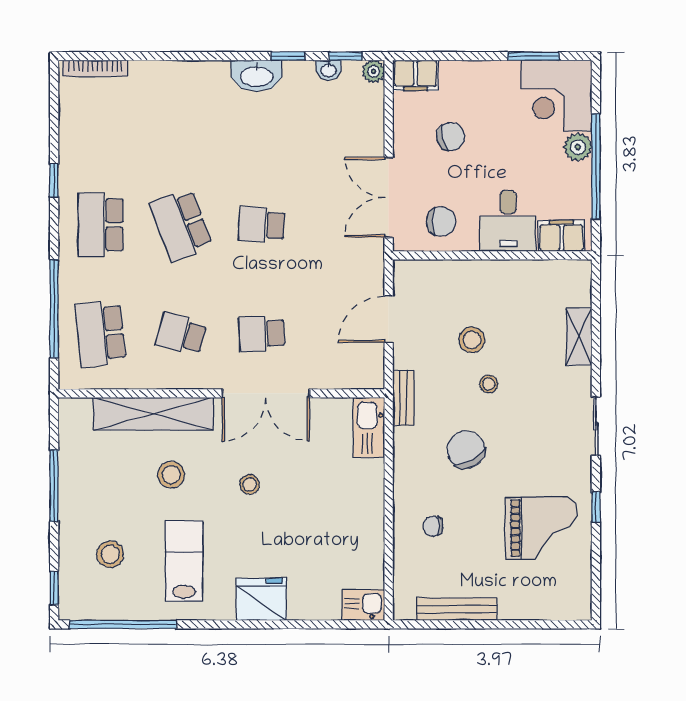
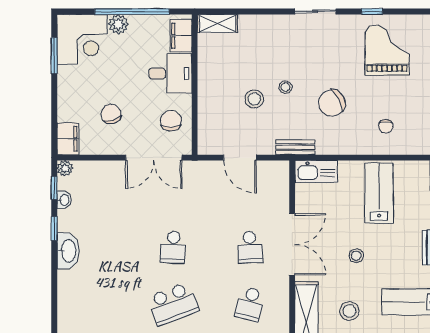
shelving: (579, 337) -> (218, 23), moved
lab bench: (338, 517) -> (379, 193), added

